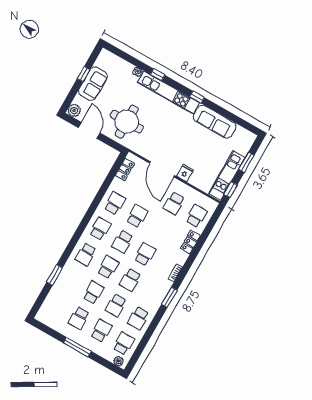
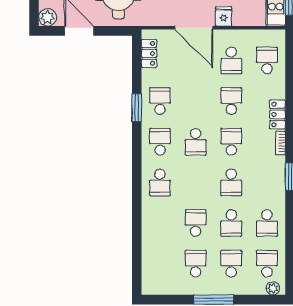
school desk: (137, 216) -> (231, 101), moved
locker: (190, 242) -> (278, 114), moved
school desk: (108, 267) -> (196, 182), removed
window: (55, 275) -> (137, 108), moved
school desk: (79, 318) -> (196, 264), turned 180

